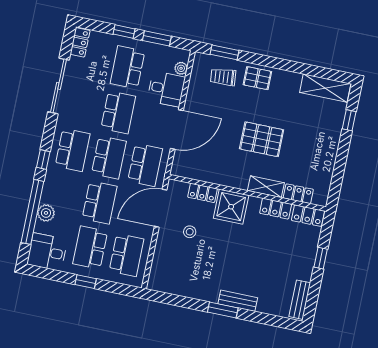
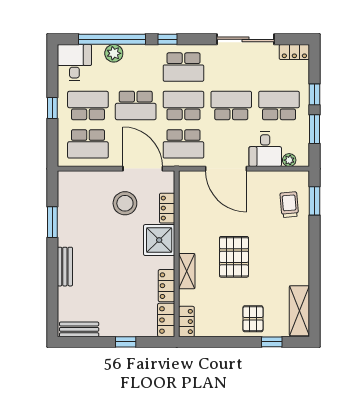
pallet: (257, 78) -> (253, 319), moved
school desk: (118, 112) -> (231, 105), turned 180
school desk: (109, 157) -> (183, 105), turned 180
locker: (298, 194) -> (186, 322), moved
stool: (190, 232) -> (125, 203), width x1.89, depth x1.89
window: (223, 310) -> (52, 222), moved

